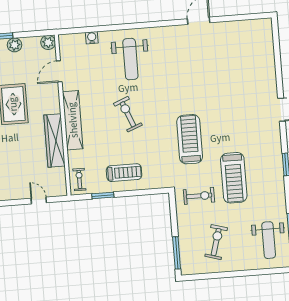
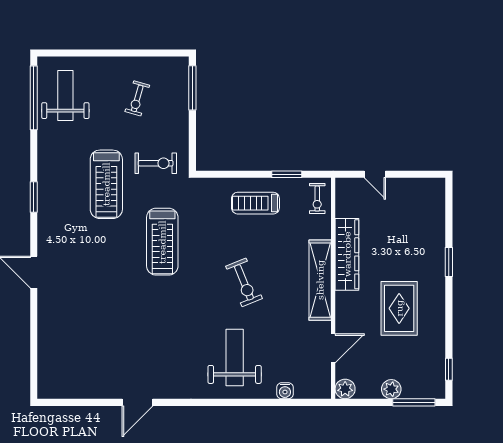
treadmill: (234, 178) -> (106, 184), turned 180
exercise bike: (199, 196) -> (156, 163), turned 180
exercise bike: (216, 242) -> (137, 98), width x0.73, depth x0.72

